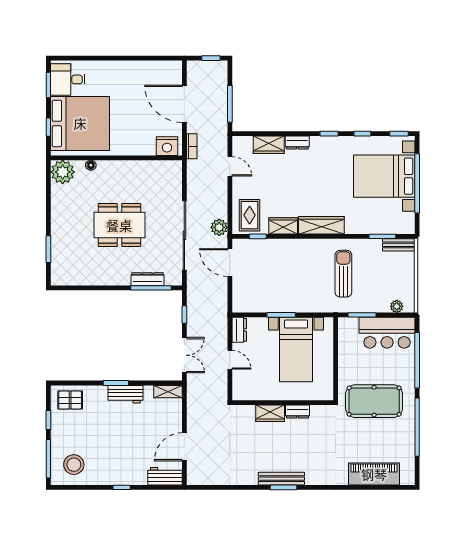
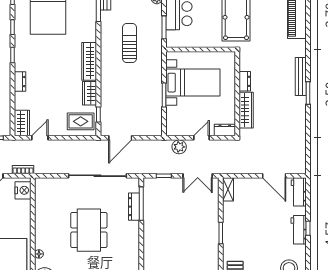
wardrobe: (269, 145) -> (22, 123), moved
plant: (219, 227) -> (179, 147), moved
sun lounger: (343, 274) -> (130, 43), turned 90
dresser: (239, 330) -> (225, 130), moved
double door: (184, 355) -> (198, 176), swing flipped
workbench: (126, 394) -> (299, 230), moved, turned 180
wardrobe: (270, 413) -> (246, 110), width x1.50
bench: (281, 479) -> (301, 76), moved

